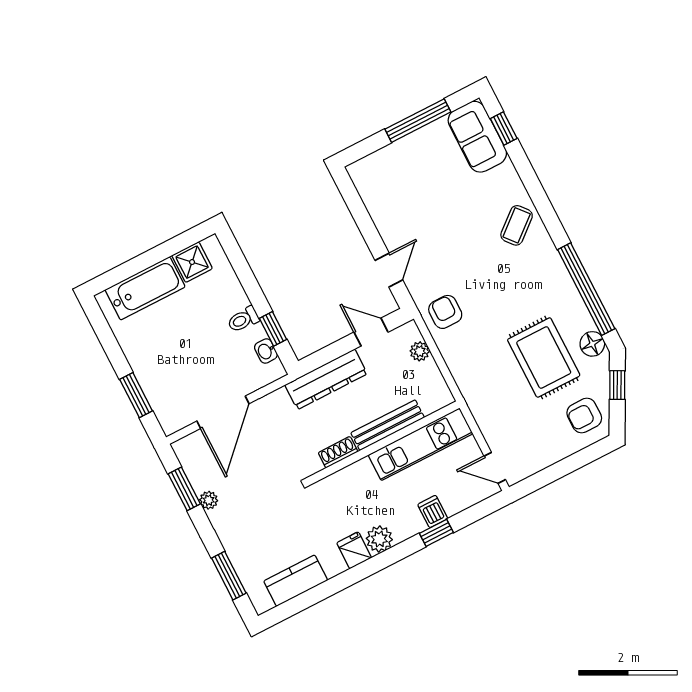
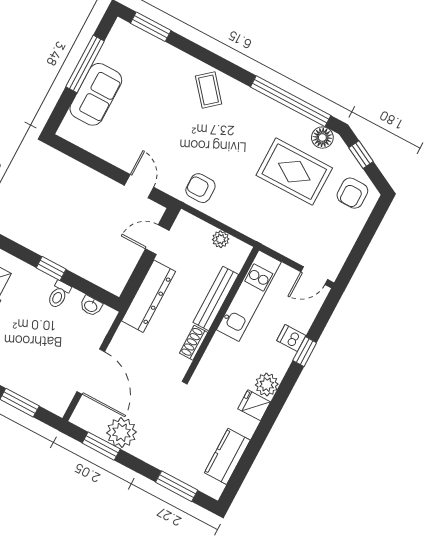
window: (504, 128) -> (151, 27), width x1.50
sofa: (477, 137) -> (96, 94), moved, turned -90
window: (273, 329) -> (51, 268), moved
plant: (420, 351) -> (221, 239), moved
plant: (209, 500) -> (121, 432), width x1.88, depth x1.88

